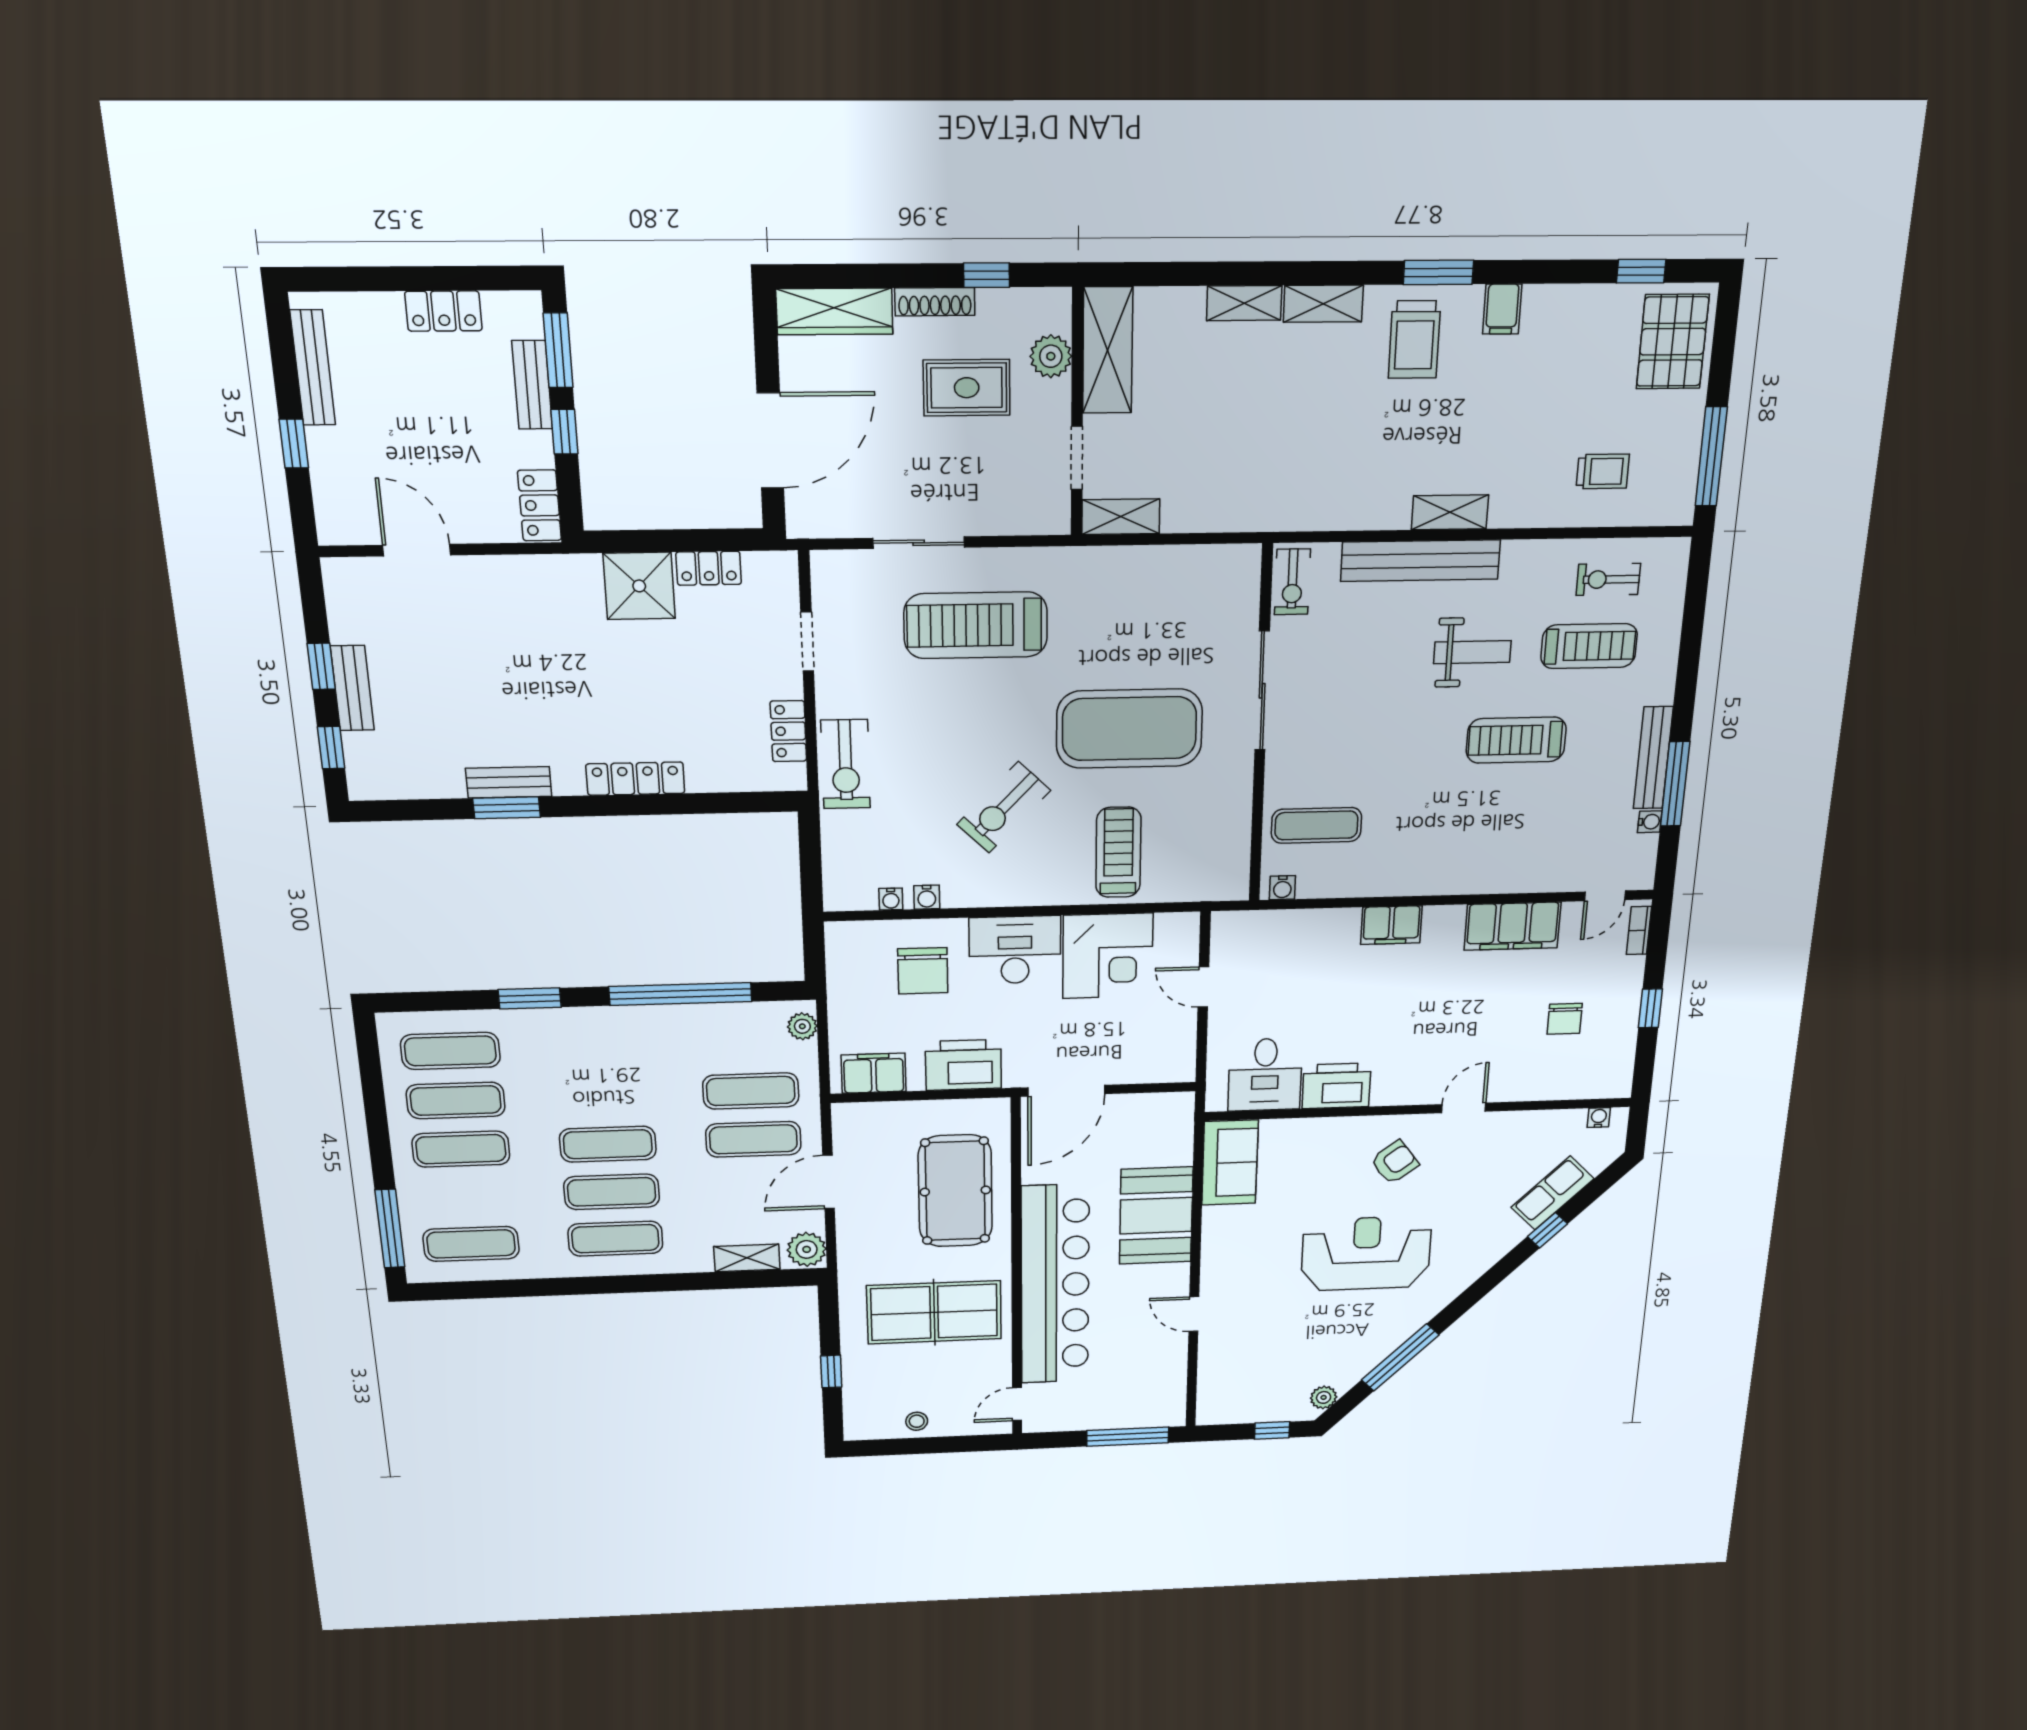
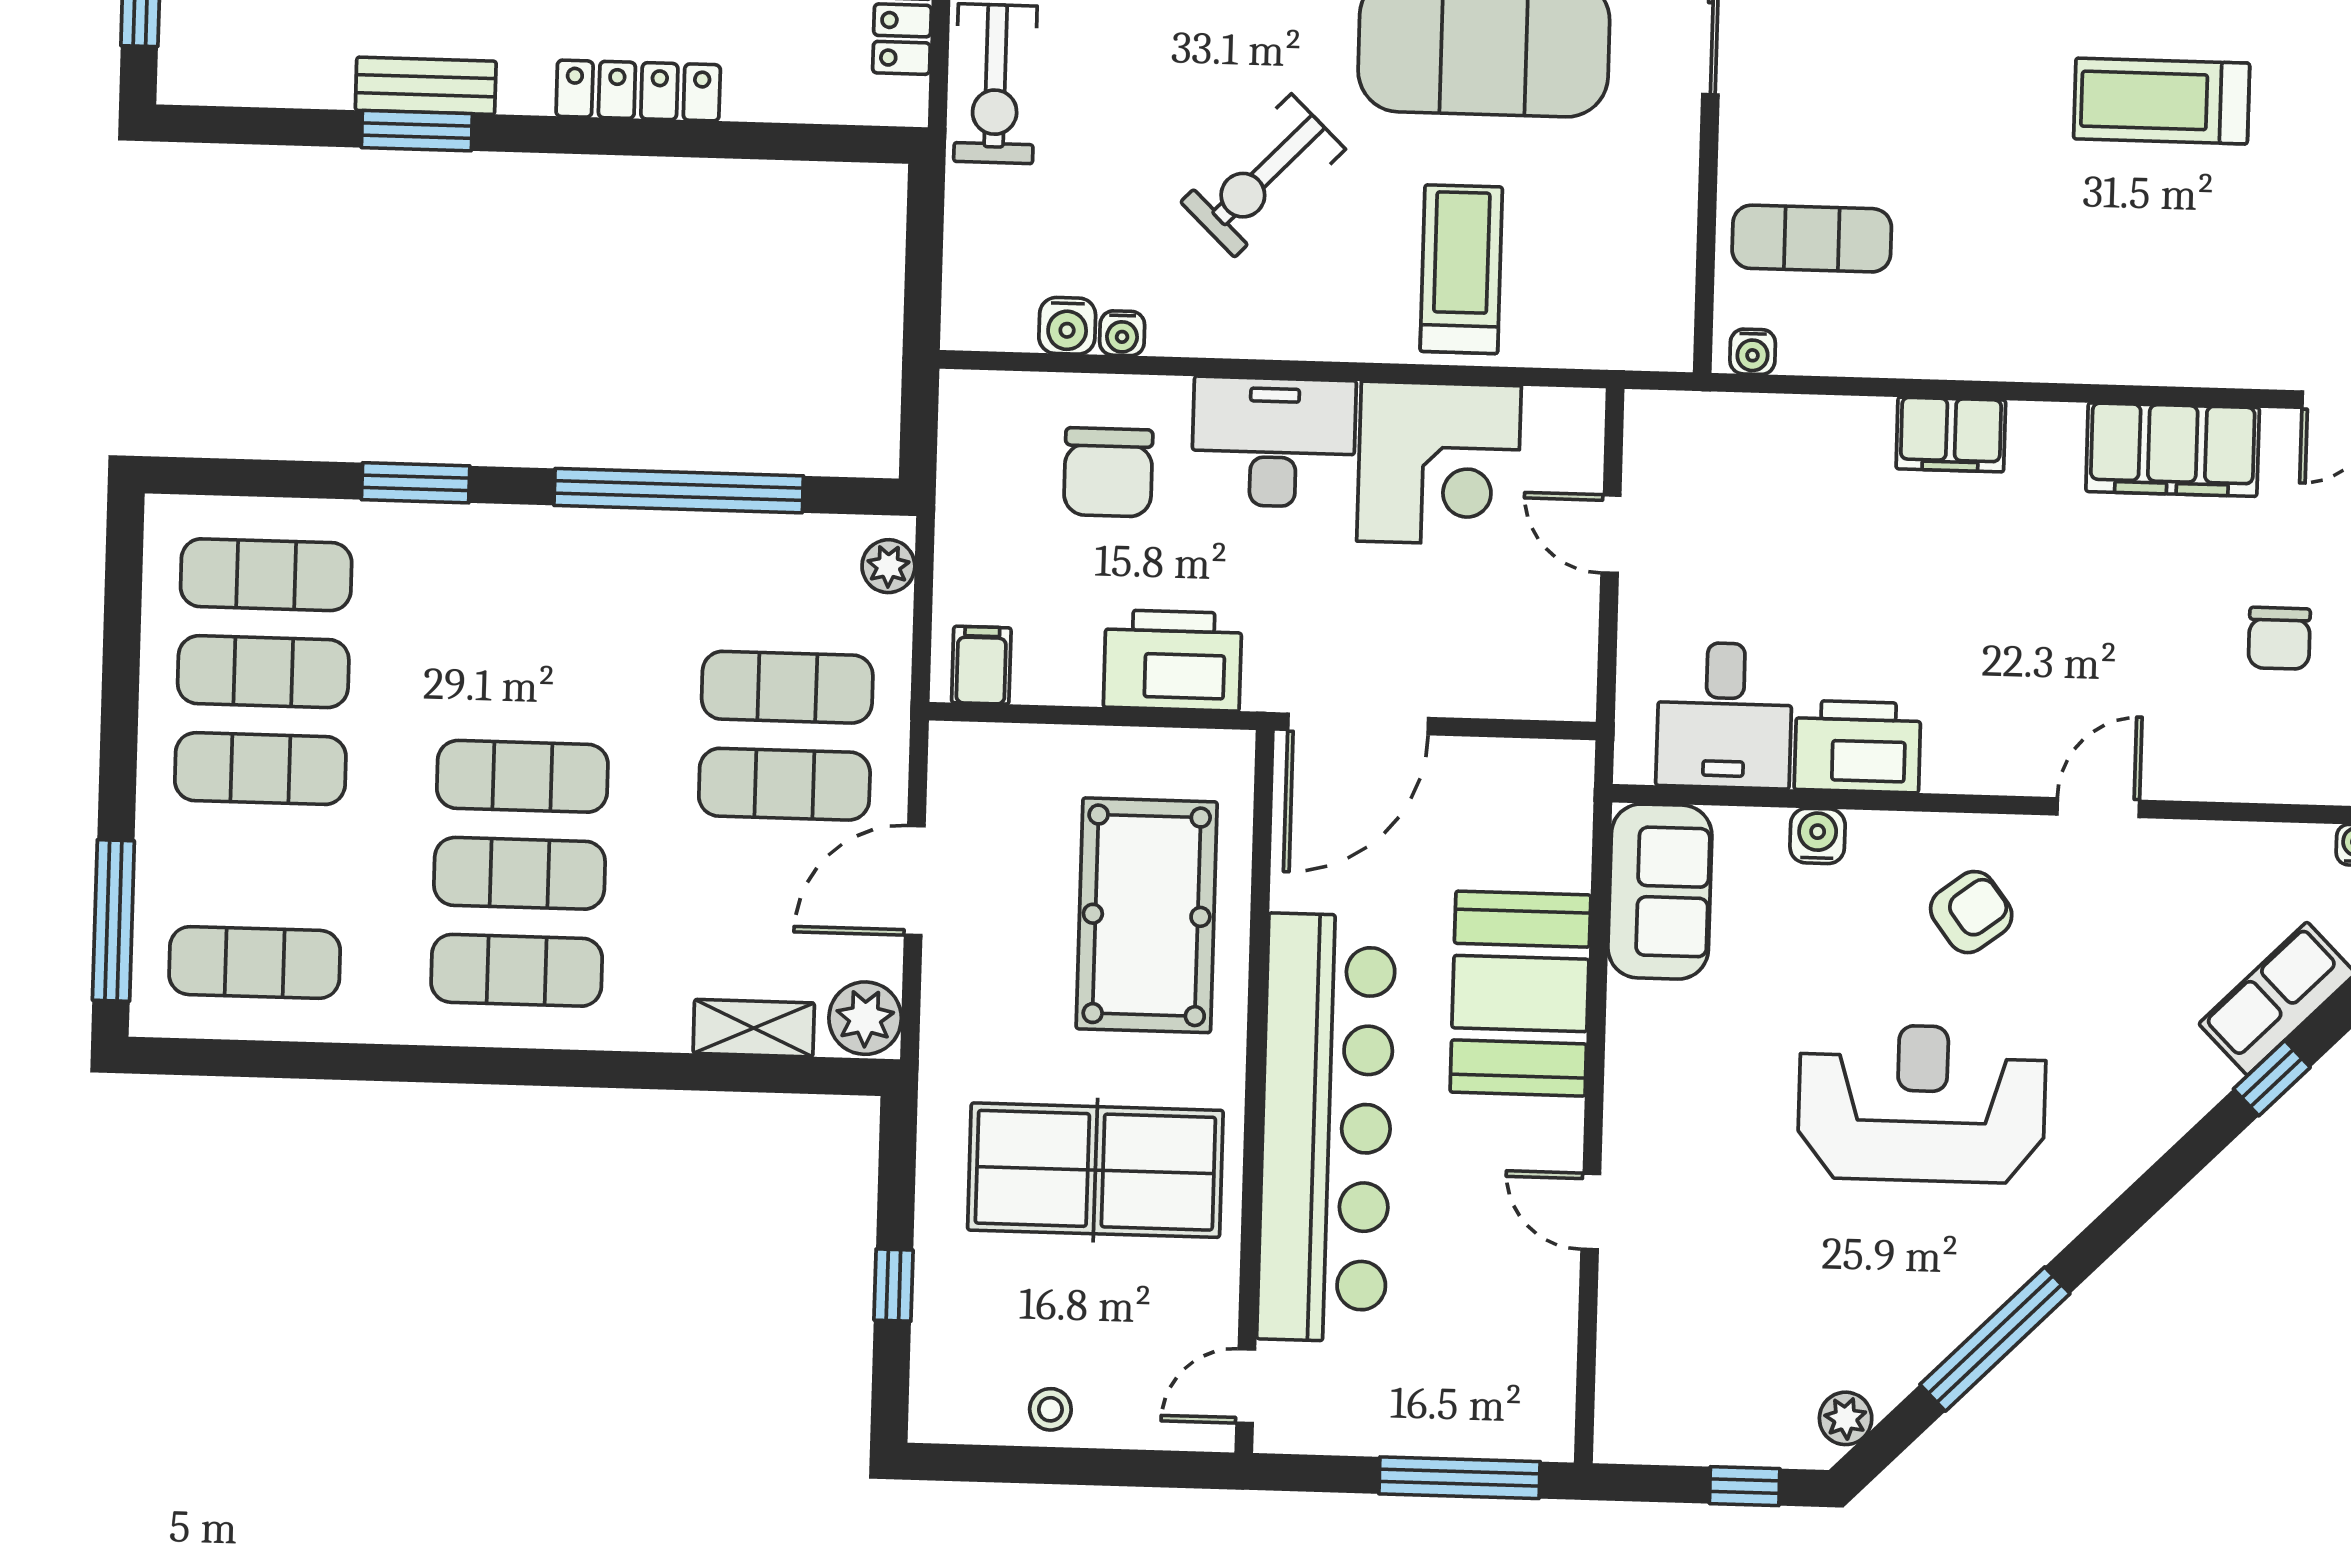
water cooler: (891, 899) -> (1067, 326), width x1.38, depth x1.38
filing cabinet: (874, 1073) -> (981, 665), width x0.50
water cooler: (1314, 1131) -> (1818, 836), added

